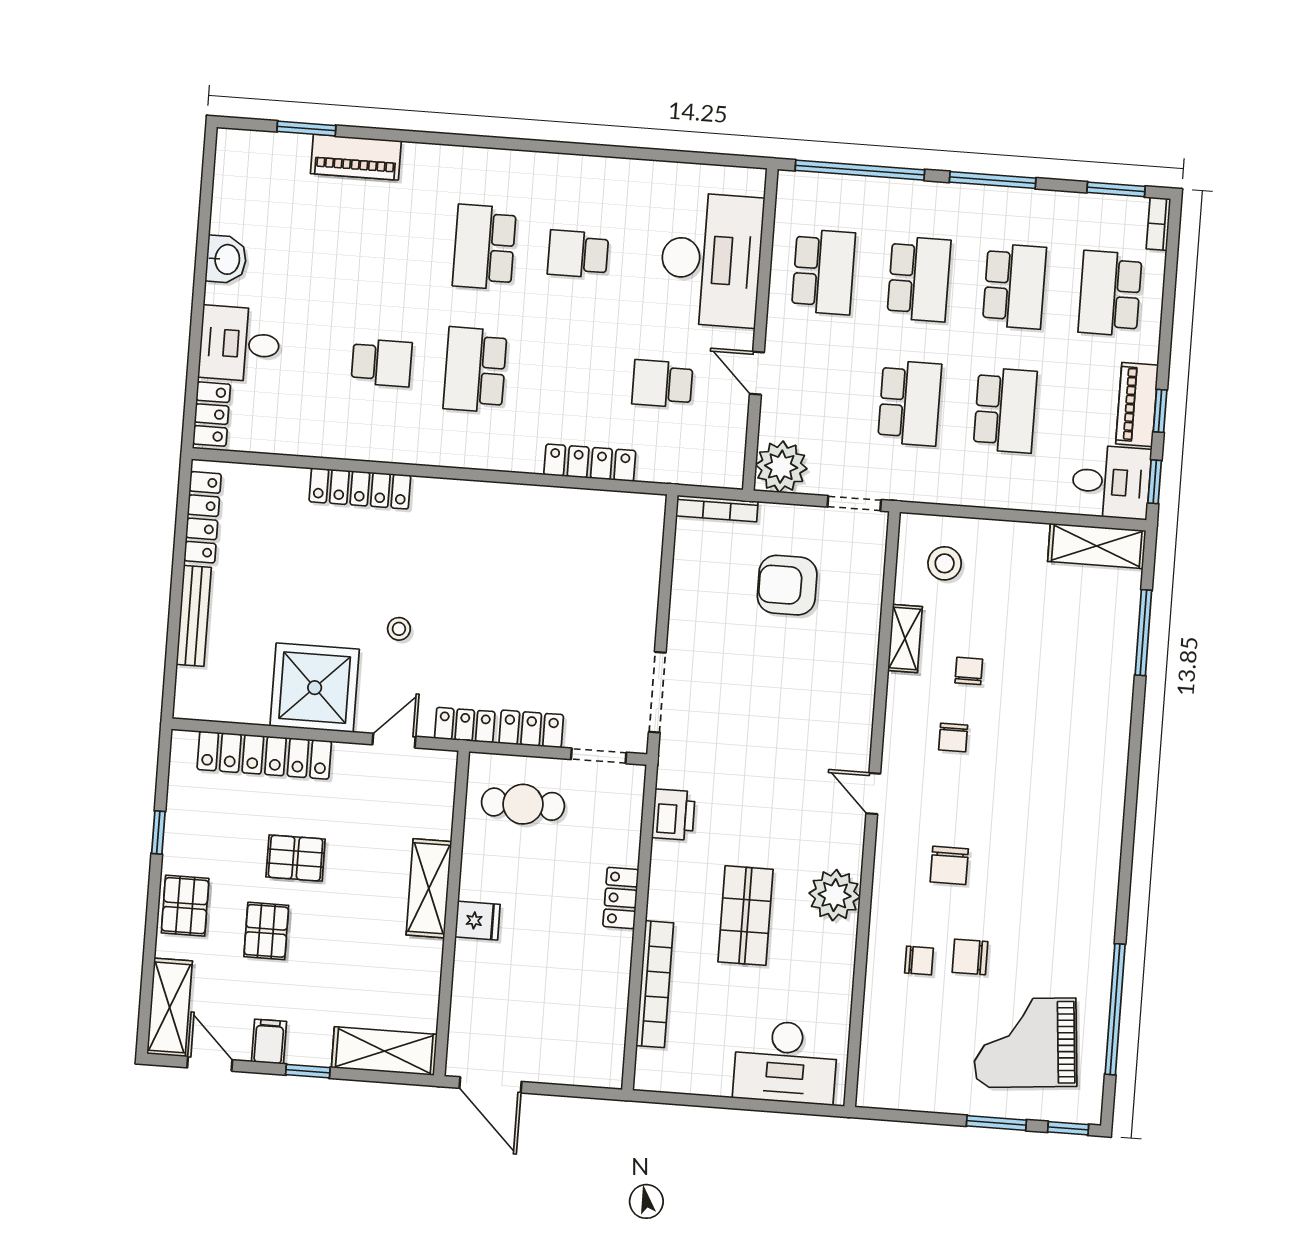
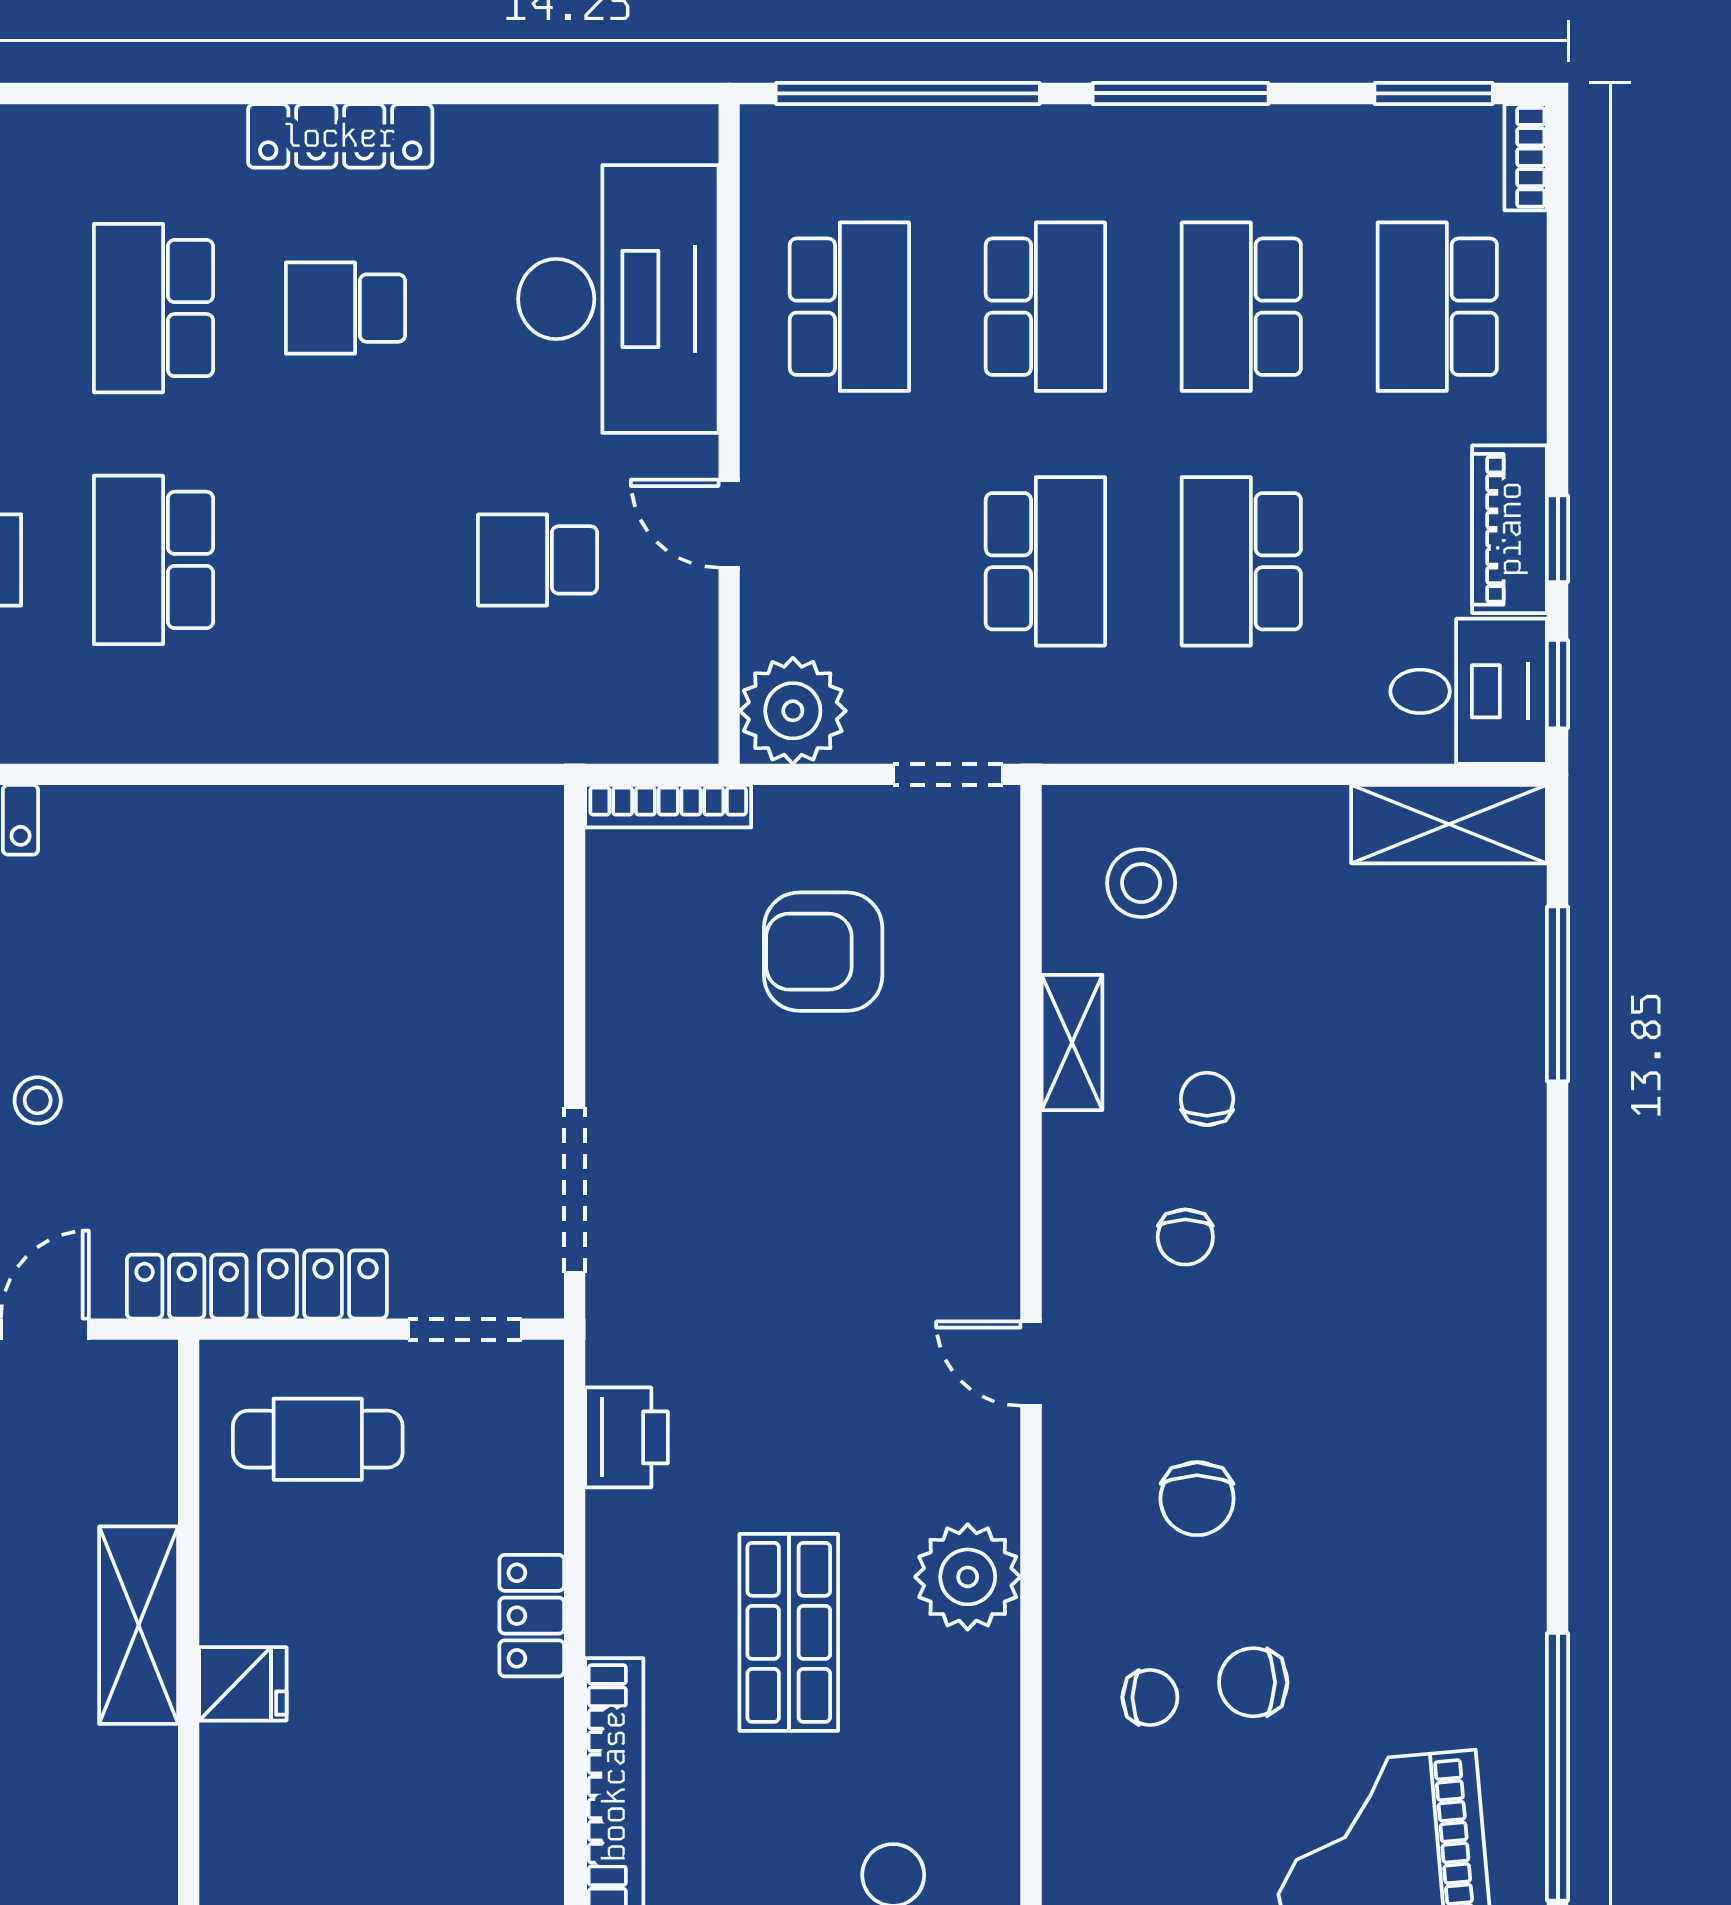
school desk: (1014, 286) -> (1241, 307), turned 180
school desk: (1005, 410) -> (1241, 561), turned 180
locker: (590, 463) -> (340, 136), moved, turned 180

